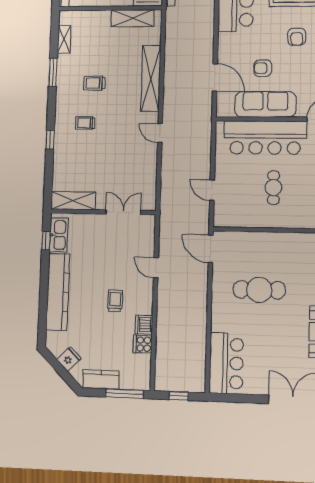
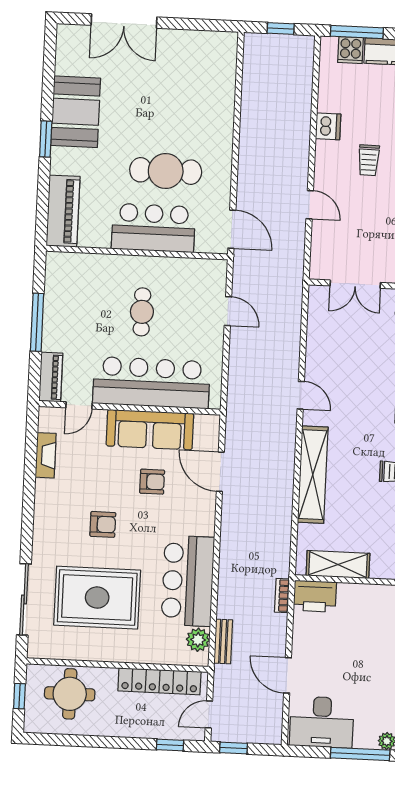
armchair: (297, 37) -> (103, 524), turned 92
cooker: (143, 344) -> (351, 50), moved, turned 90
bar counter: (226, 363) -> (153, 228), moved, turned 90

